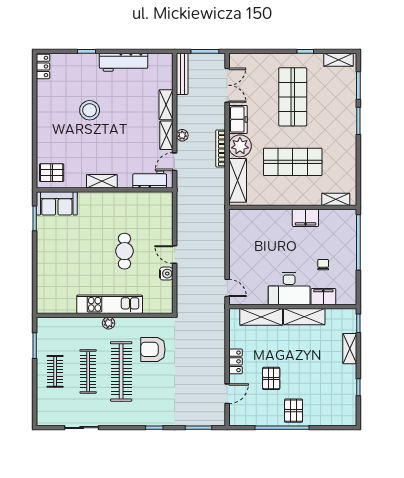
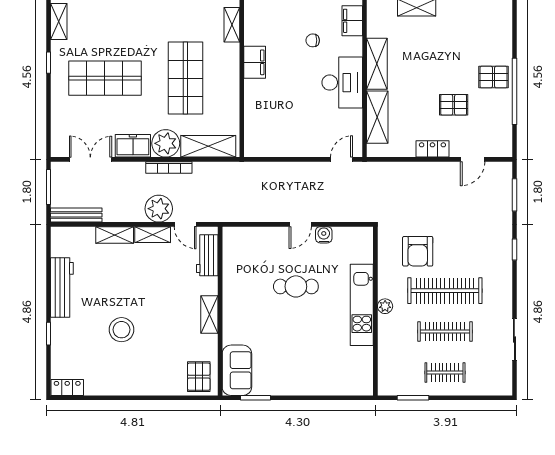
plant: (182, 135) -> (159, 209), width x1.88, depth x1.88
filing cabinet: (323, 297) -> (352, 21), moved
door: (227, 394) -> (473, 159), swing flipped

